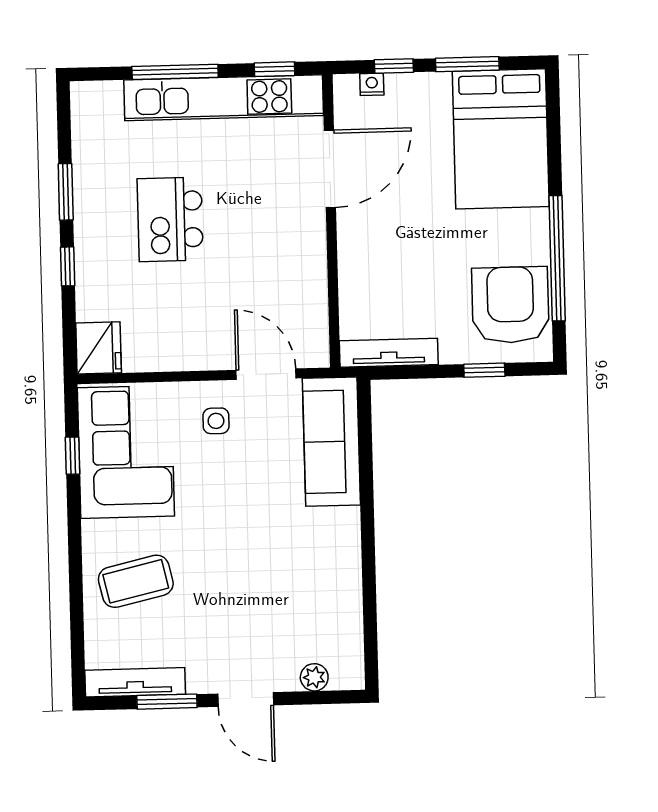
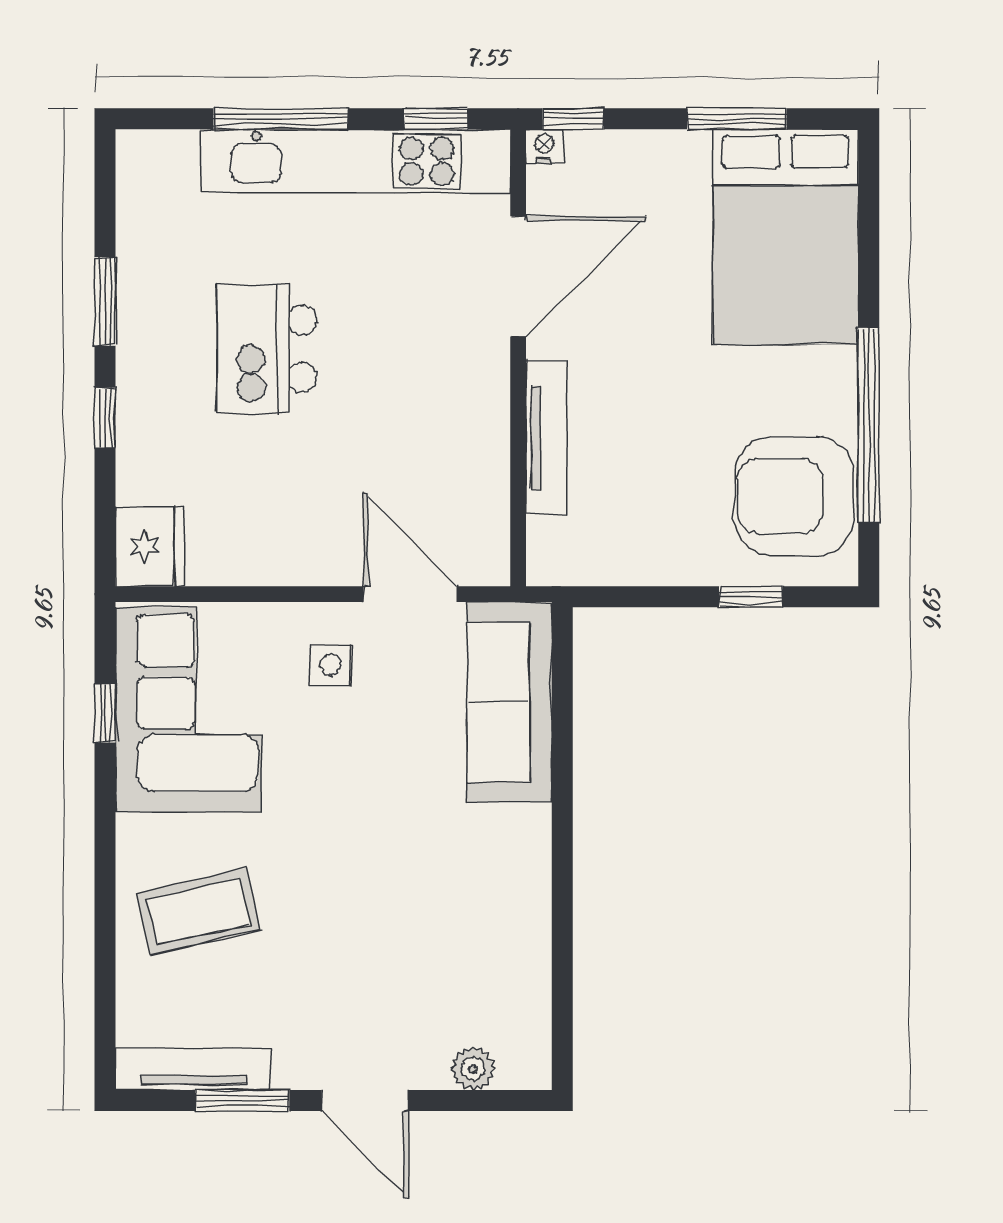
window: (394, 66) -> (573, 119), moved
nightstand: (372, 84) -> (544, 146), moved
armchair: (510, 305) -> (794, 496), turned -90
tv unit: (389, 353) -> (547, 438), moved, turned 90

